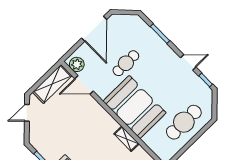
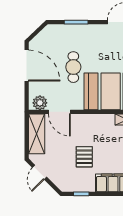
door: (84, 85) -> (59, 112), hinge flipped
pallet: (69, 134) -> (84, 157), added

